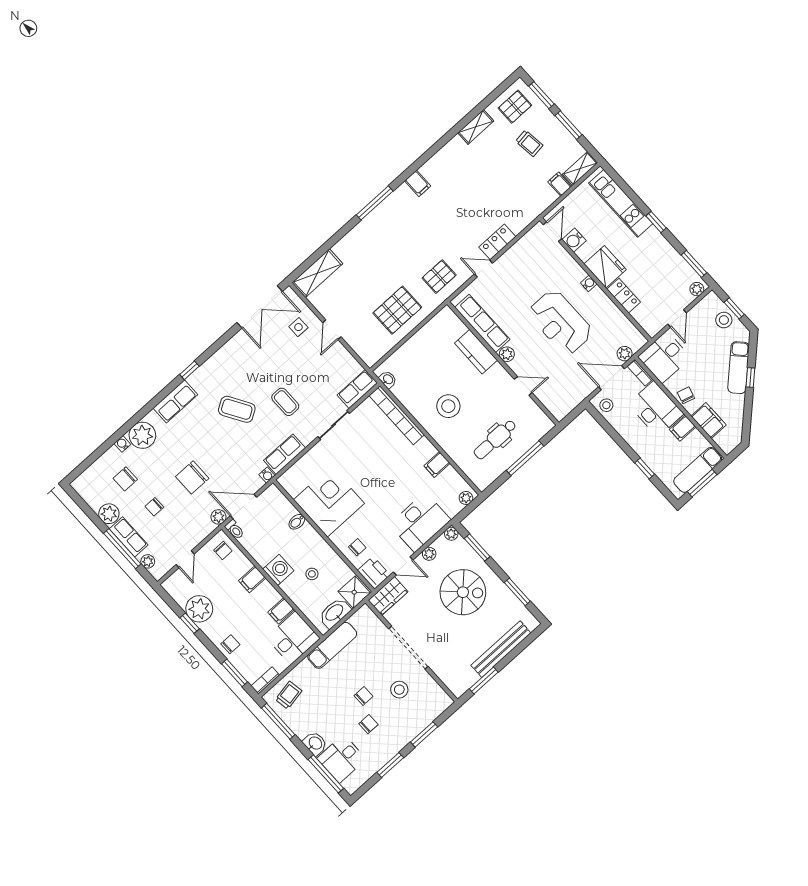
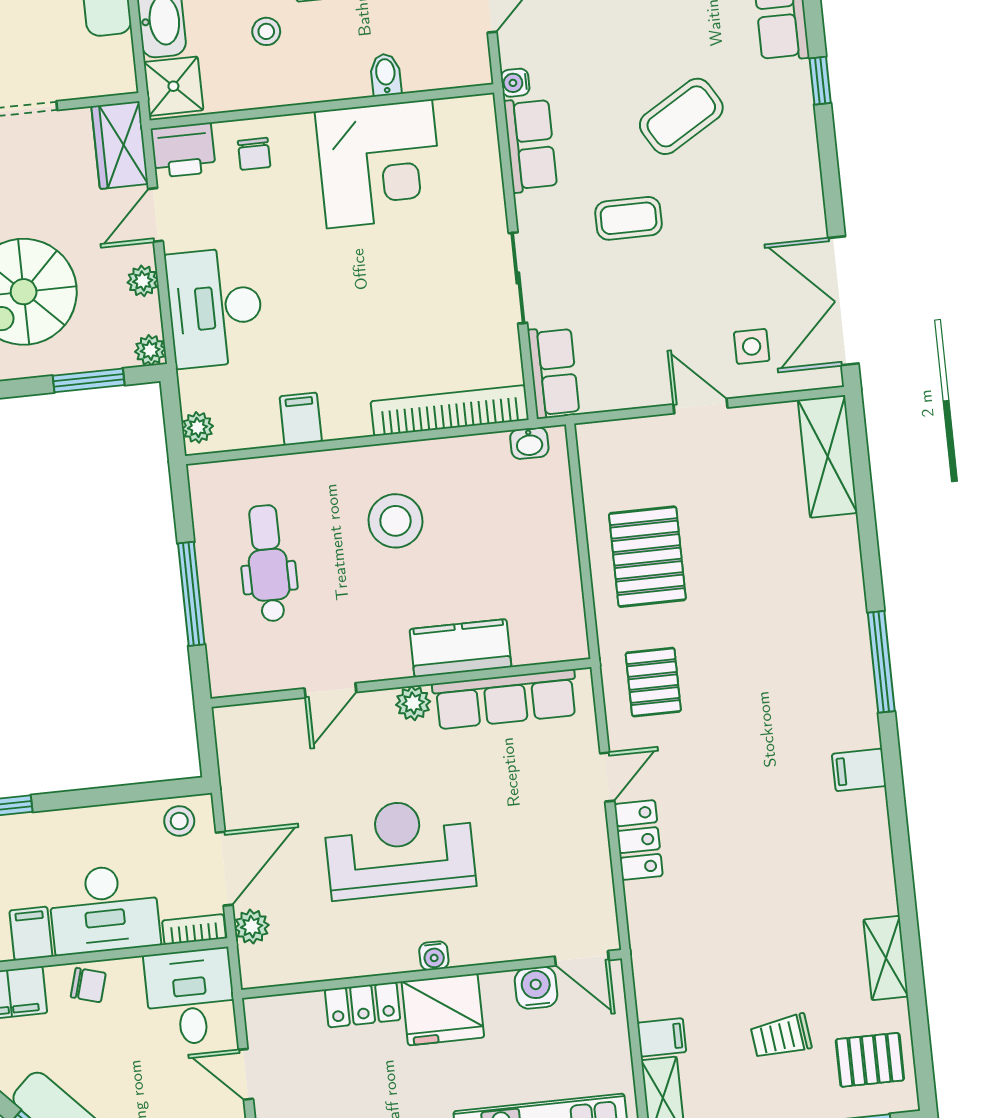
pallet: (515, 107) -> (870, 1060), turned 90

